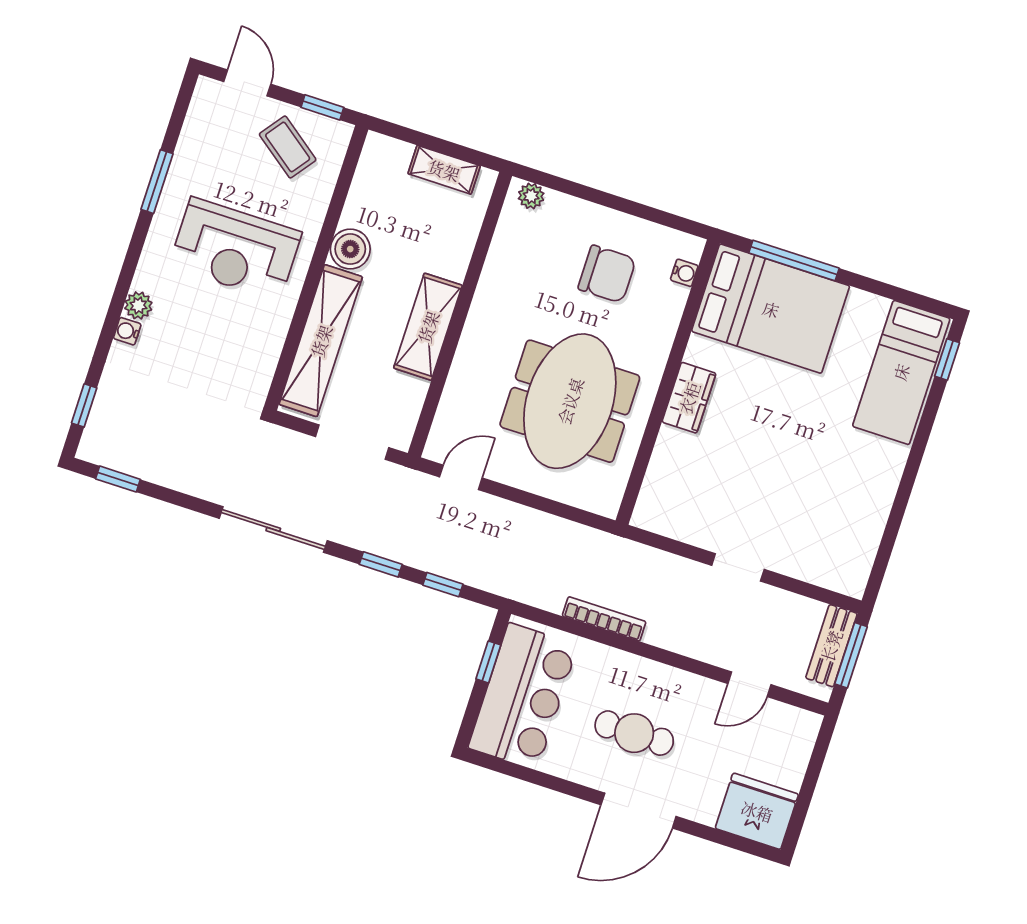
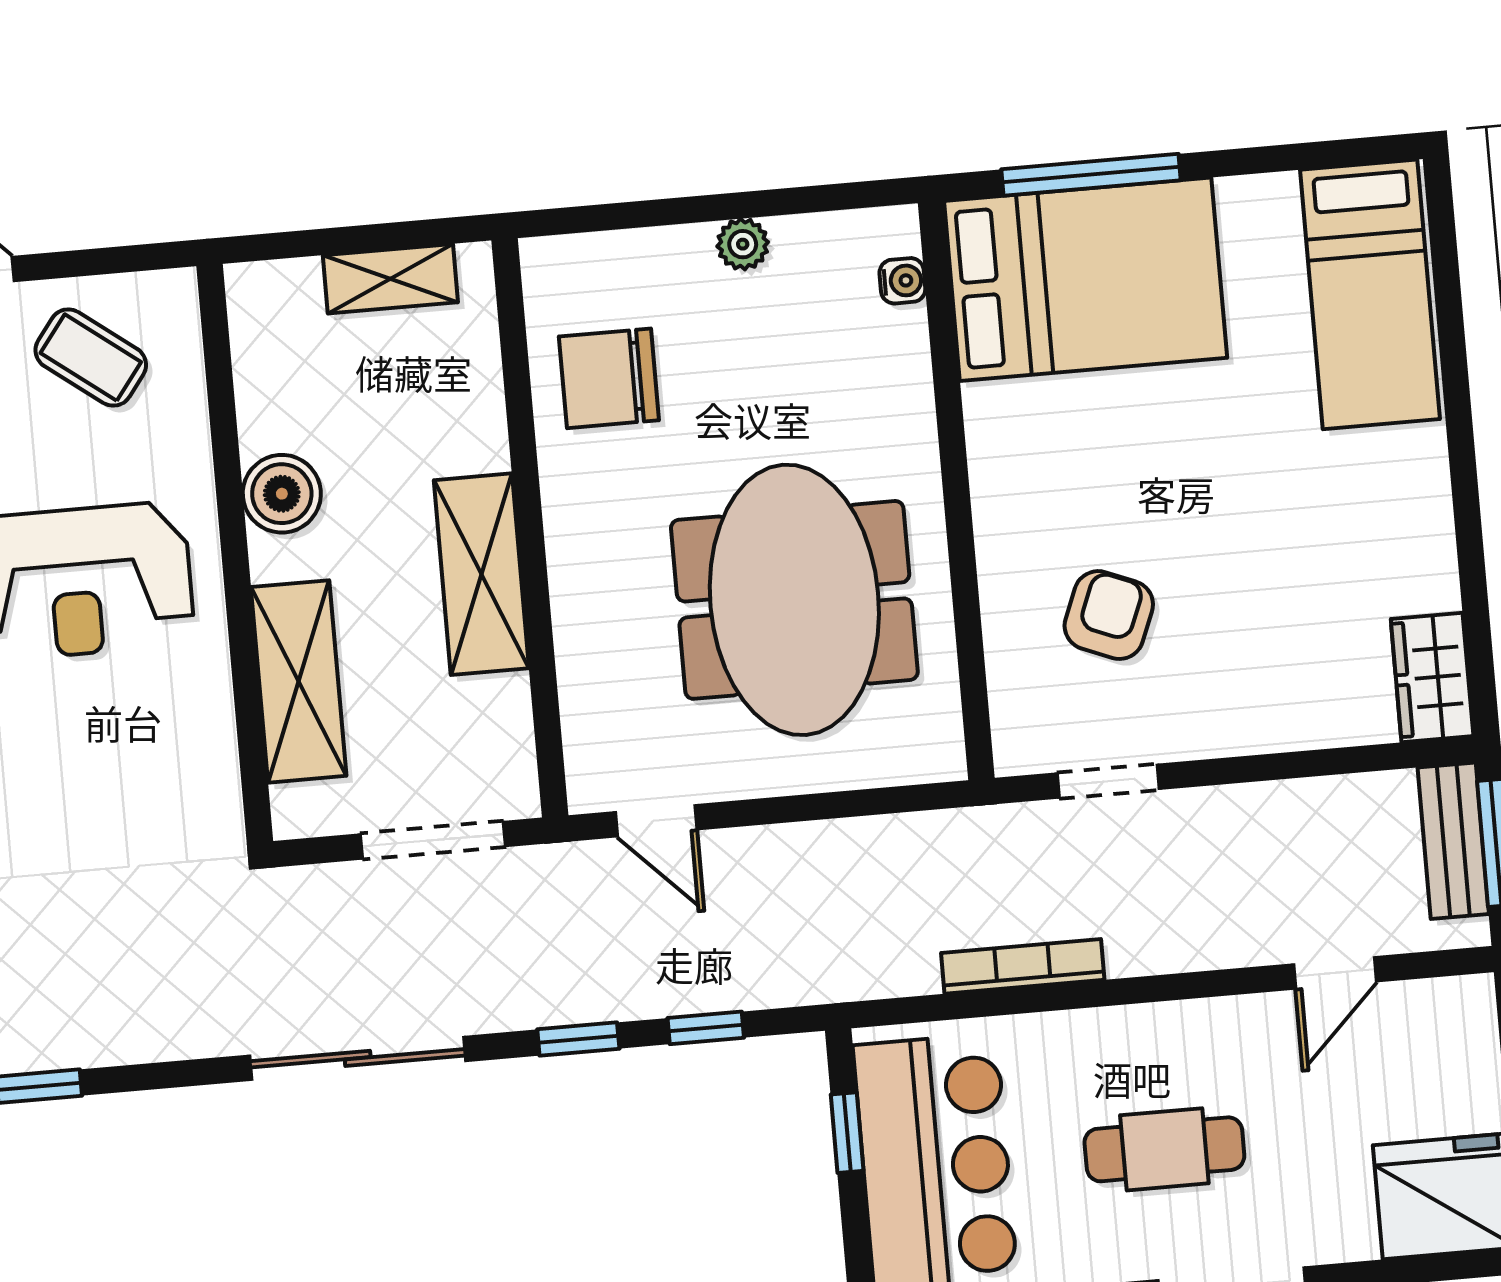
window: (322, 107) -> (123, 259), removed
plant: (531, 196) -> (743, 244), moved
chair: (607, 274) -> (609, 378), moved, turned 180
shelving: (321, 341) -> (299, 681), width x0.68
window: (947, 359) -> (1443, 236), removed
wardrobe: (689, 398) -> (1432, 677), moved, turned 180
armchair: (715, 471) -> (1109, 615), added
door: (461, 477) -> (656, 821), swing flipped
doorway: (738, 567) -> (1108, 781), moved

